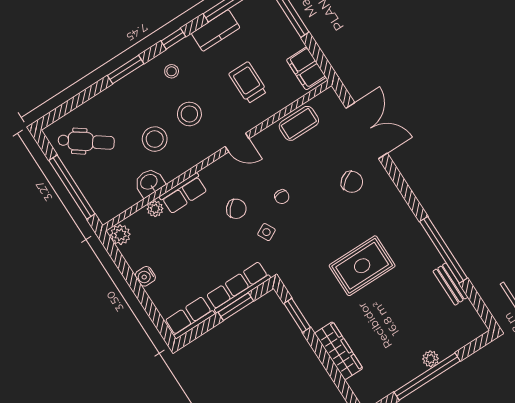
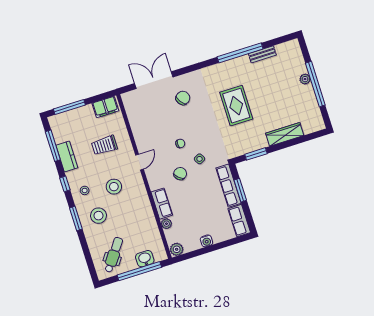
coffee table: (299, 123) -> (138, 121), removed
stool: (155, 139) -> (99, 216), moved
washbasin: (149, 182) -> (145, 259), moved, turned 90

